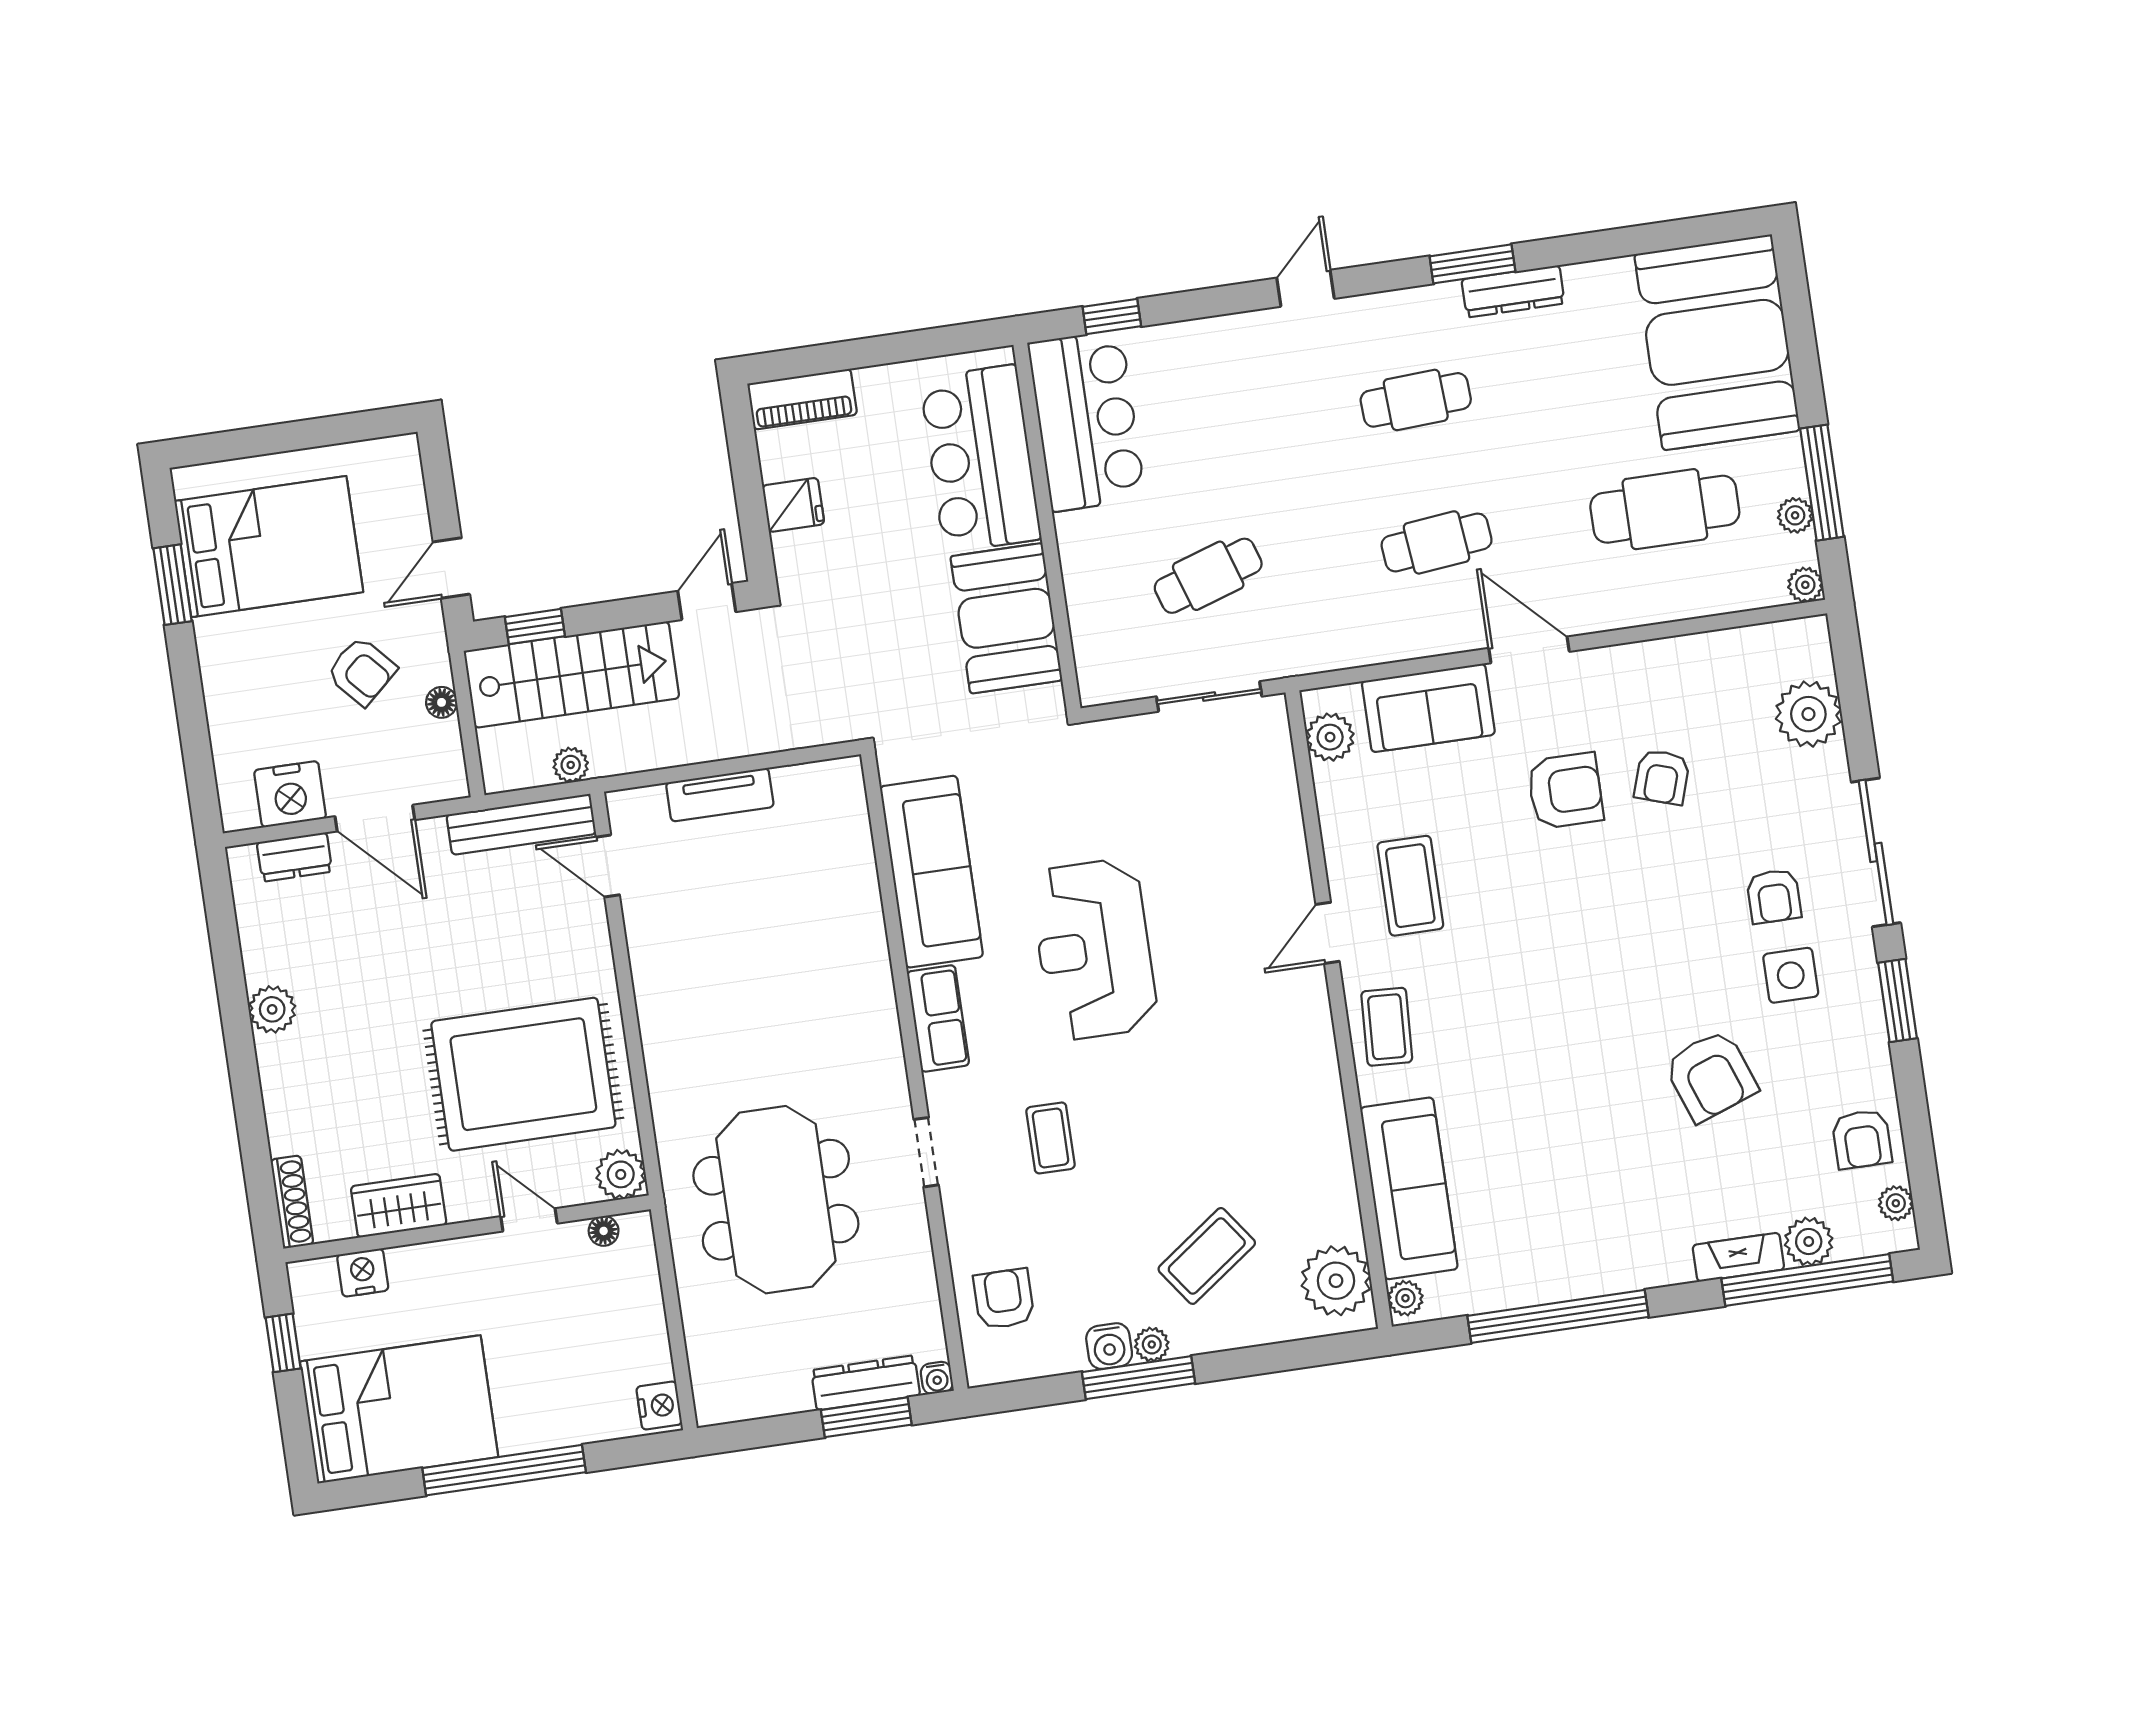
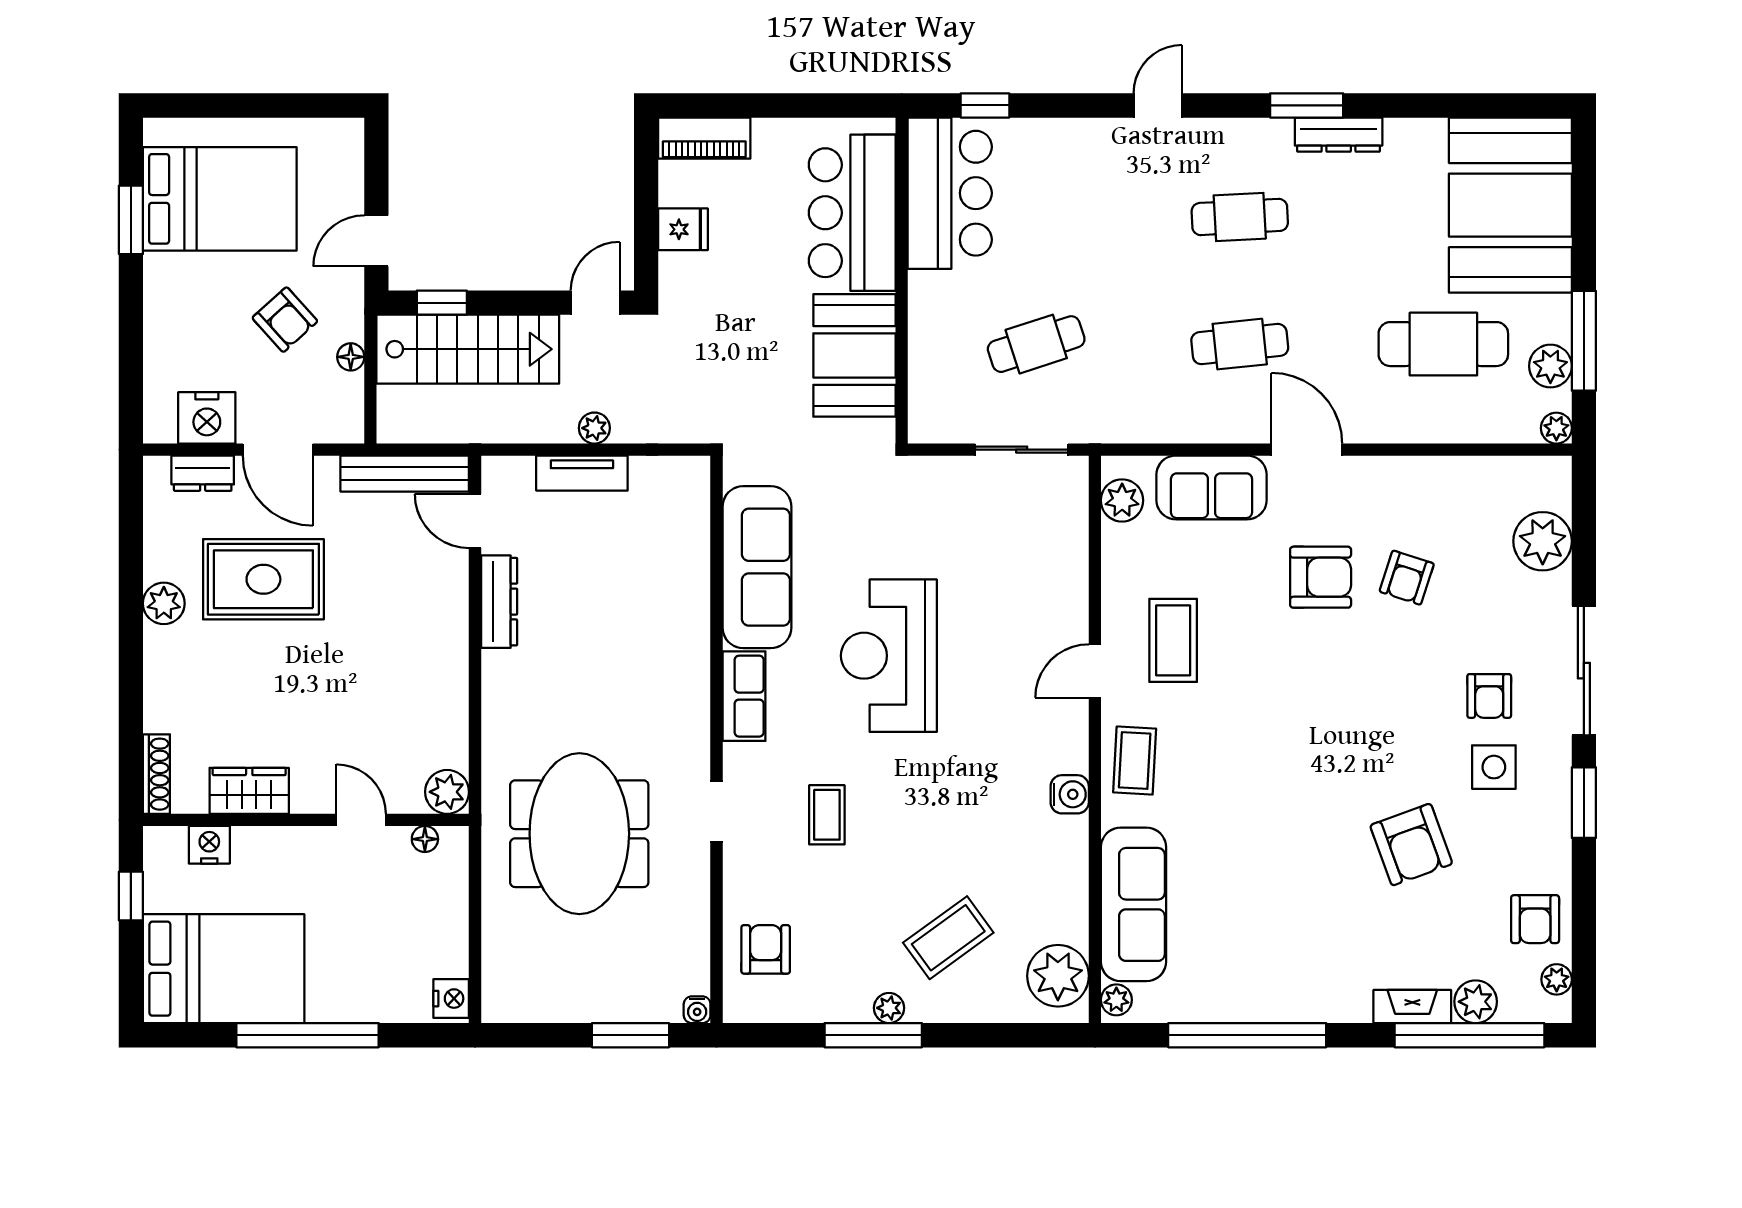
plant: (1795, 515) -> (1550, 366), width x1.38, depth x1.38
plant: (571, 765) -> (594, 428), moved
rug: (523, 1074) -> (263, 579), moved, width x0.73, depth x0.69
water cooler: (1109, 1346) -> (1070, 794), moved, turned -90
dresser: (866, 1383) -> (499, 602), moved, turned 90

